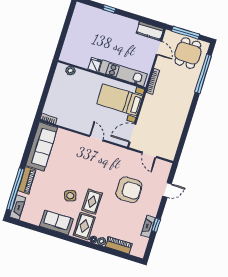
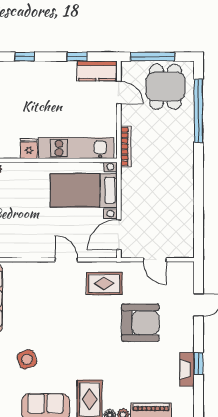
window: (141, 19) -> (77, 57), added
side table: (70, 196) -> (27, 359), moved
rug: (92, 202) -> (104, 283), moved, turned 90

